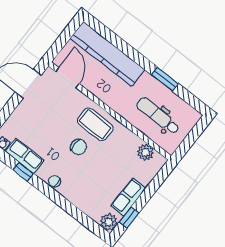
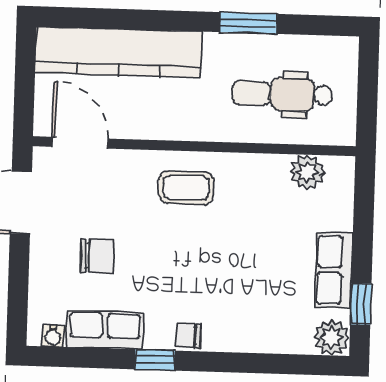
coffee table: (95, 124) -> (186, 188), width x0.73, depth x0.77
chair: (78, 147) -> (97, 256), moved
window: (23, 172) -> (155, 360), moved

